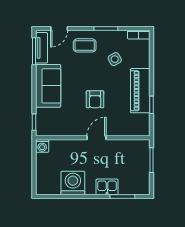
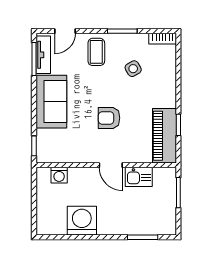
coffee table: (85, 45) -> (96, 52), turned 90
piano: (140, 91) -> (164, 136), moved
armchair: (95, 99) -> (109, 118), turned 90
door: (96, 138) -> (111, 165), swing flipped
washing machine: (42, 146) -> (59, 175), moved
kitchen sink: (107, 187) -> (139, 177), moved, turned 180

